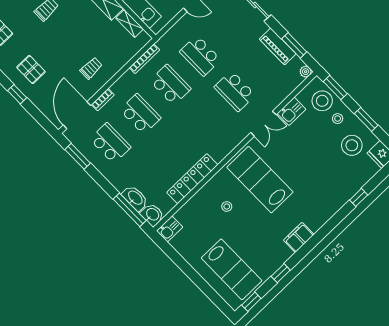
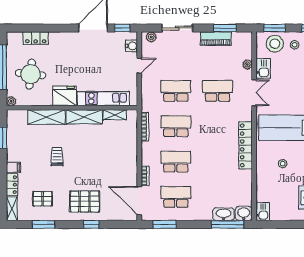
school desk: (200, 56) -> (176, 91), turned 180
trolley: (91, 68) -> (119, 164), removed
pallet: (31, 70) -> (85, 202), width x1.50, depth x1.42
plant: (306, 72) -> (247, 64), moved
school desk: (235, 91) -> (217, 91), turned 180
locker: (192, 179) -> (246, 145), moved

